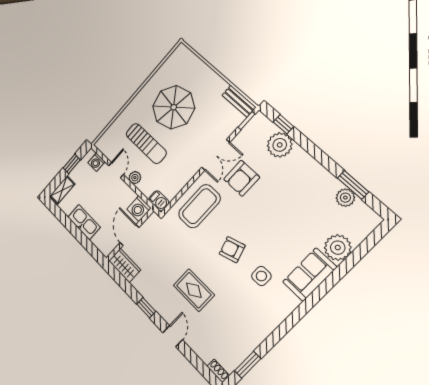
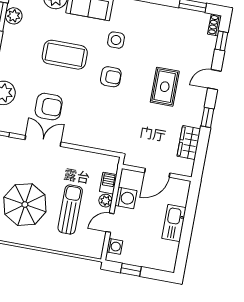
shelving: (62, 190) -> (160, 264), removed
barbecue: (159, 201) -> (108, 183), moved
coffee table: (199, 206) -> (65, 55), moved
washing machine: (139, 209) -> (126, 198), moved
armchair: (232, 250) -> (111, 77), turned -73
wardrobe: (125, 265) -> (189, 143), moved
window: (201, 366) -> (221, 41), added

